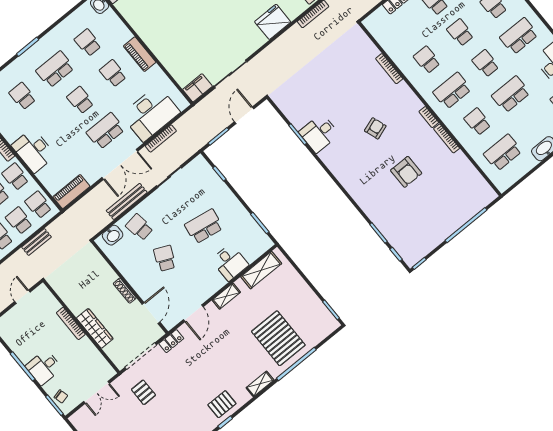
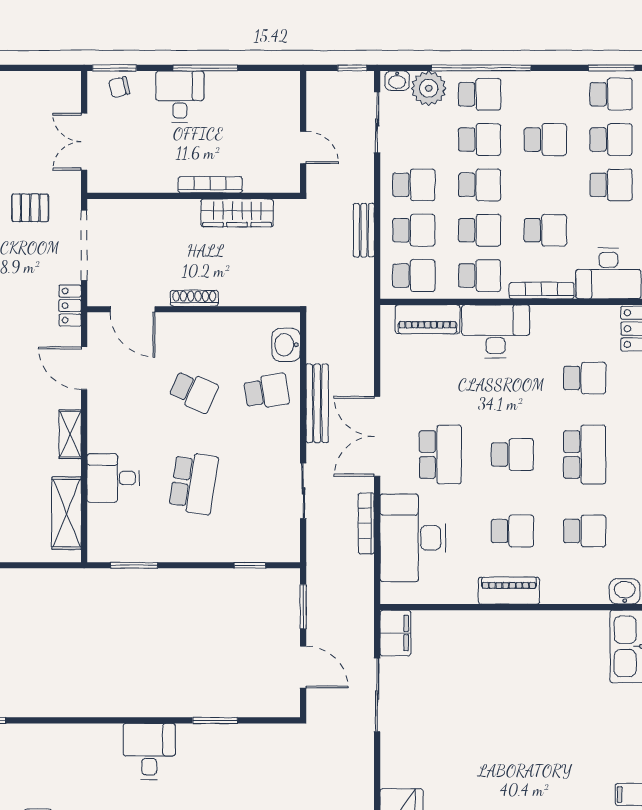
desk: (319, 133) -> (149, 751), moved
piano: (71, 192) -> (428, 319), moved, turned 90
wardrobe: (95, 328) -> (237, 213), moved

